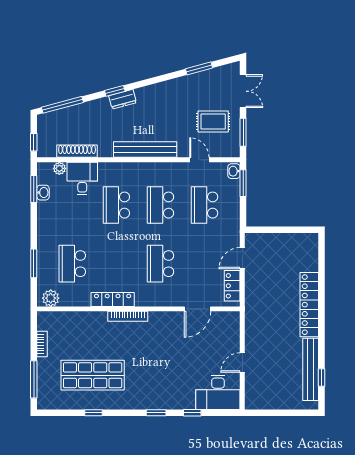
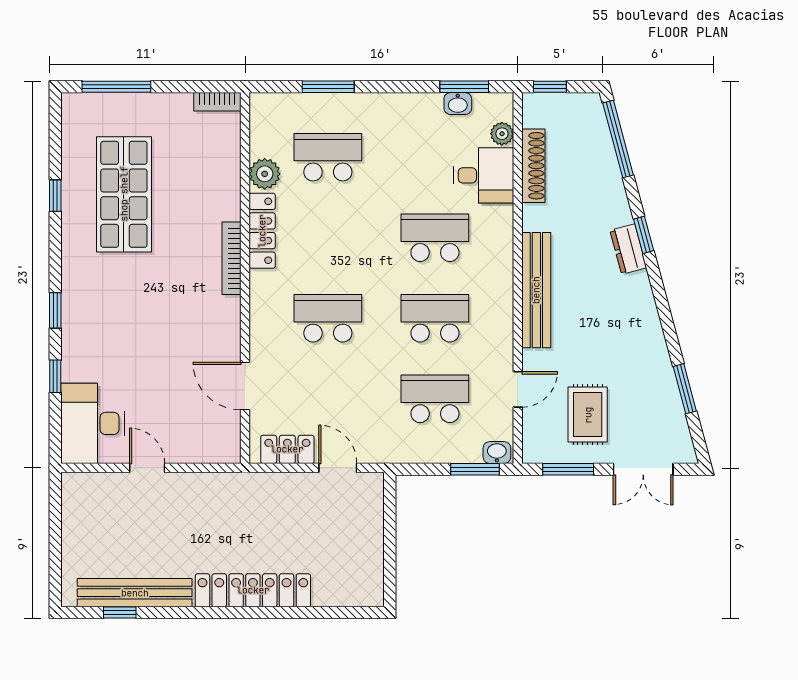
plant: (51, 298) -> (265, 174), moved
bookcase: (42, 344) -> (217, 102), moved

